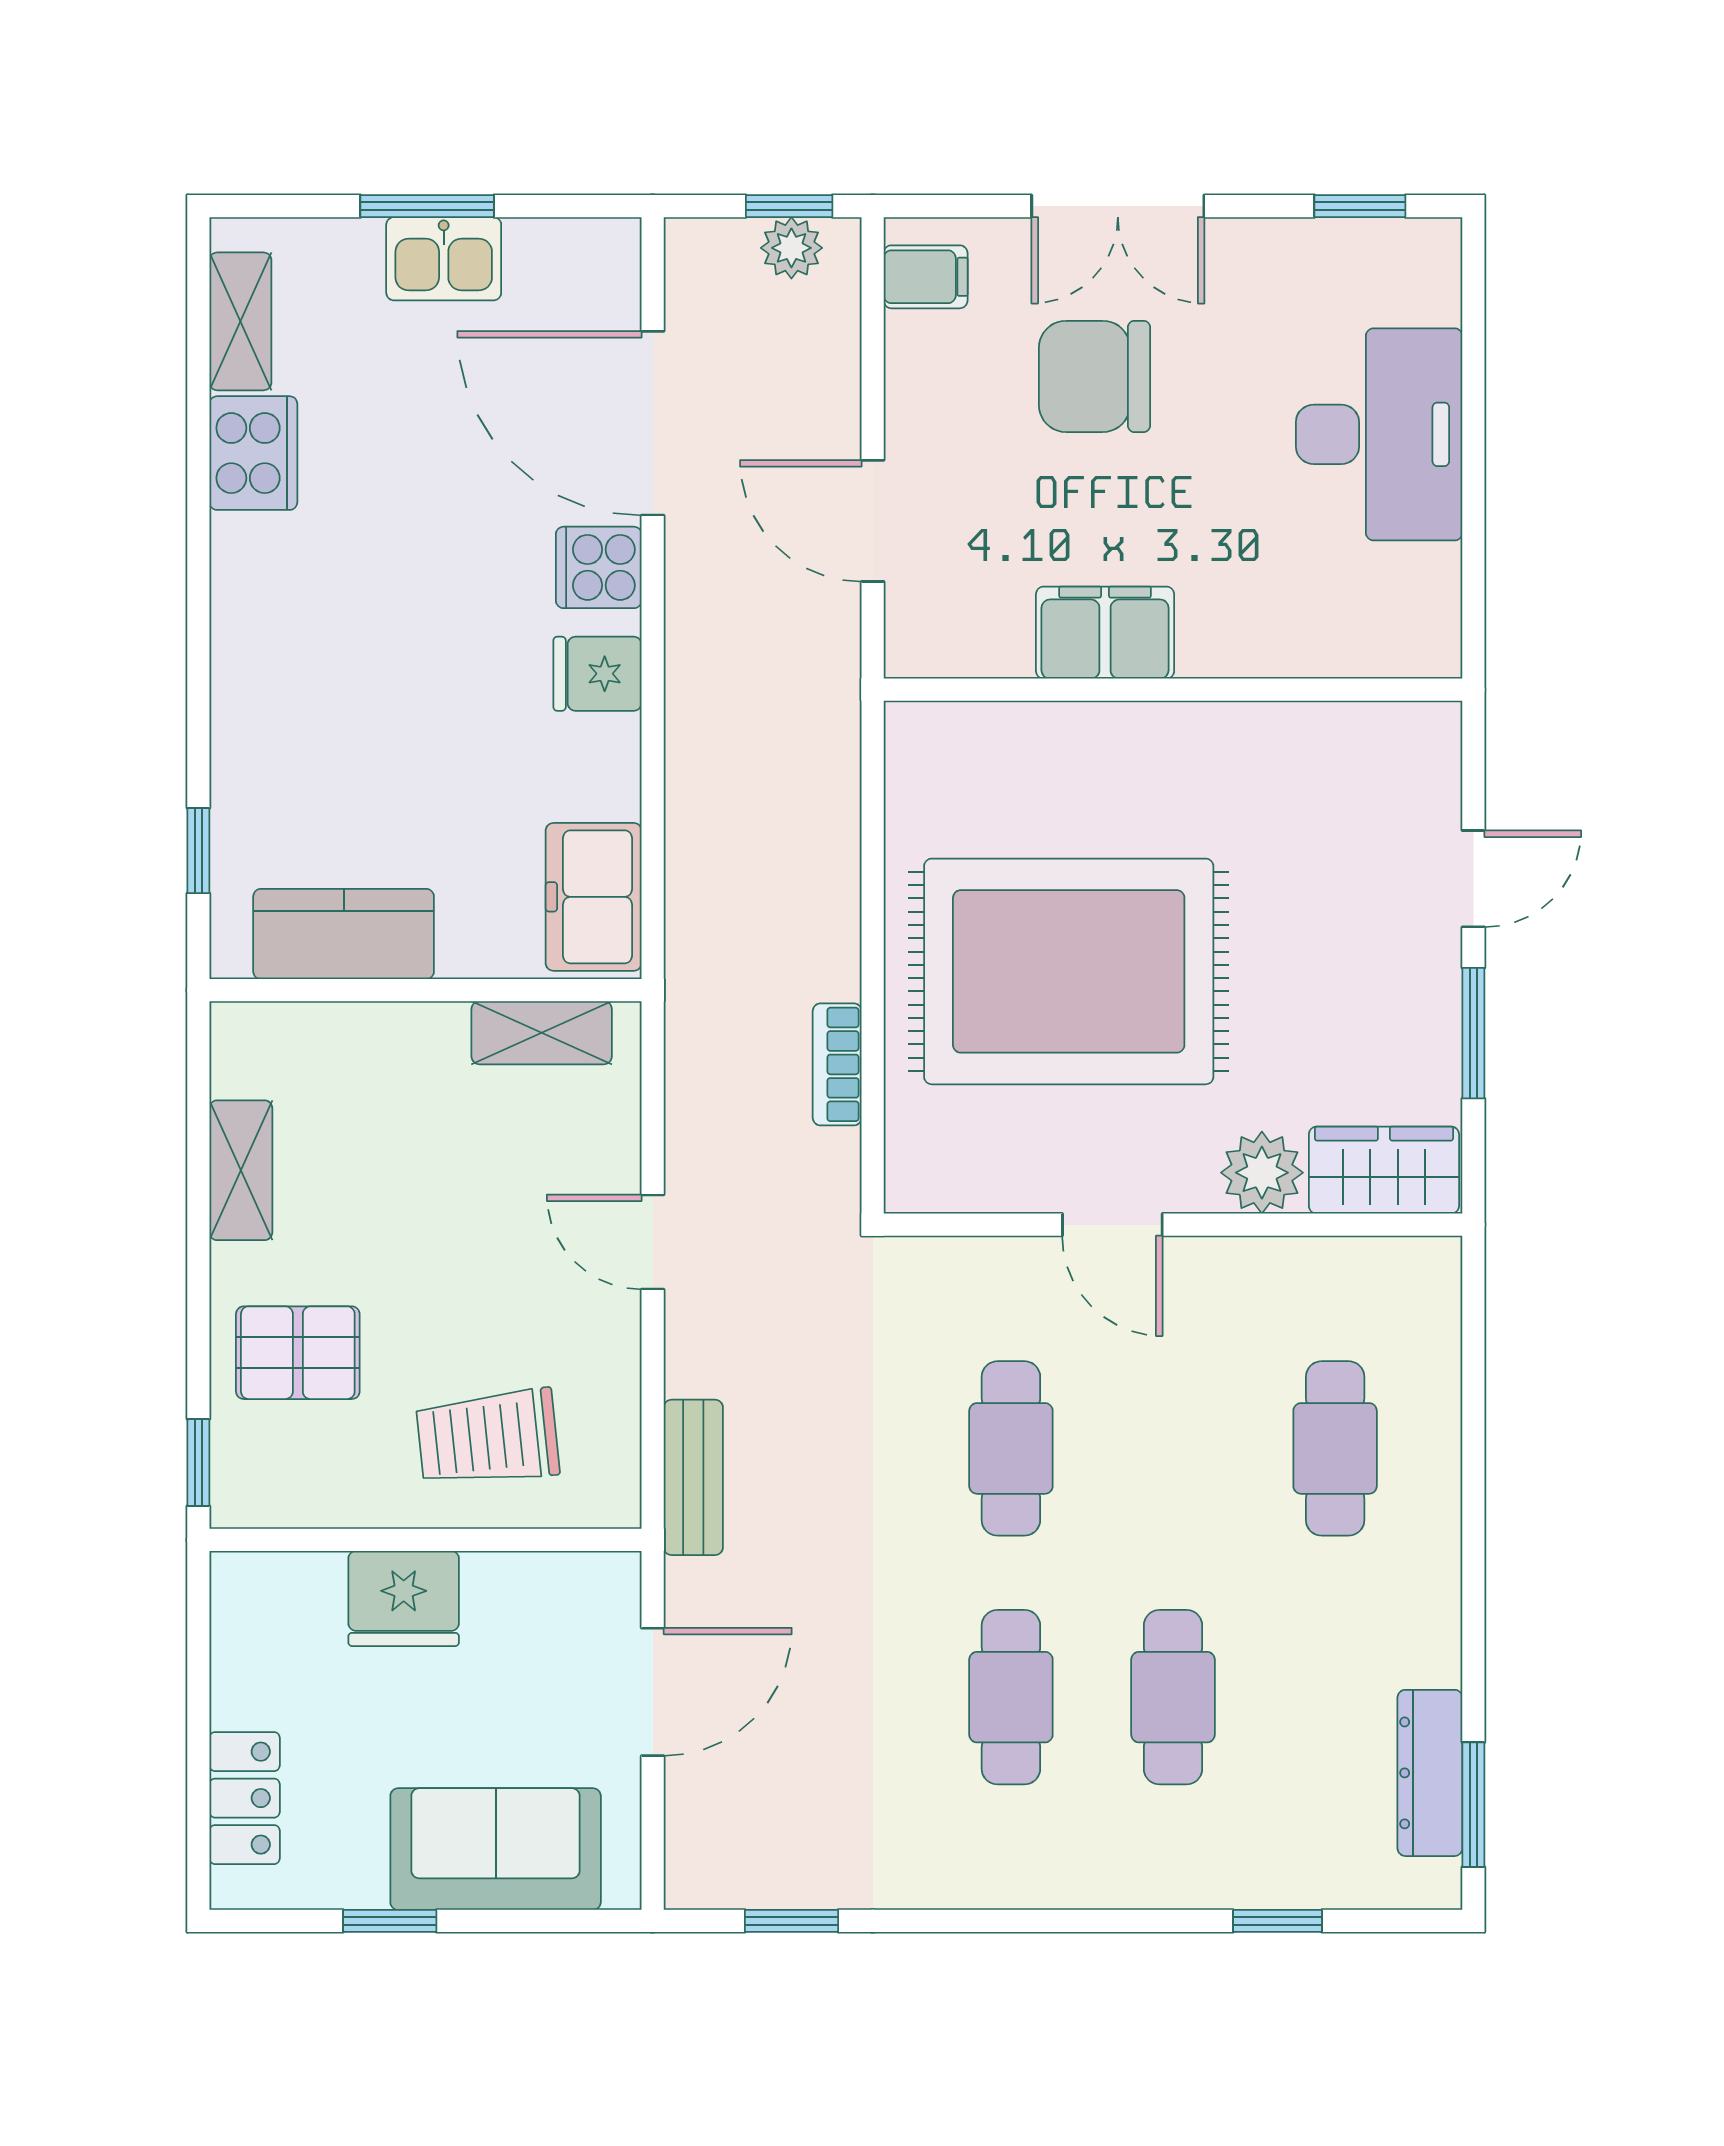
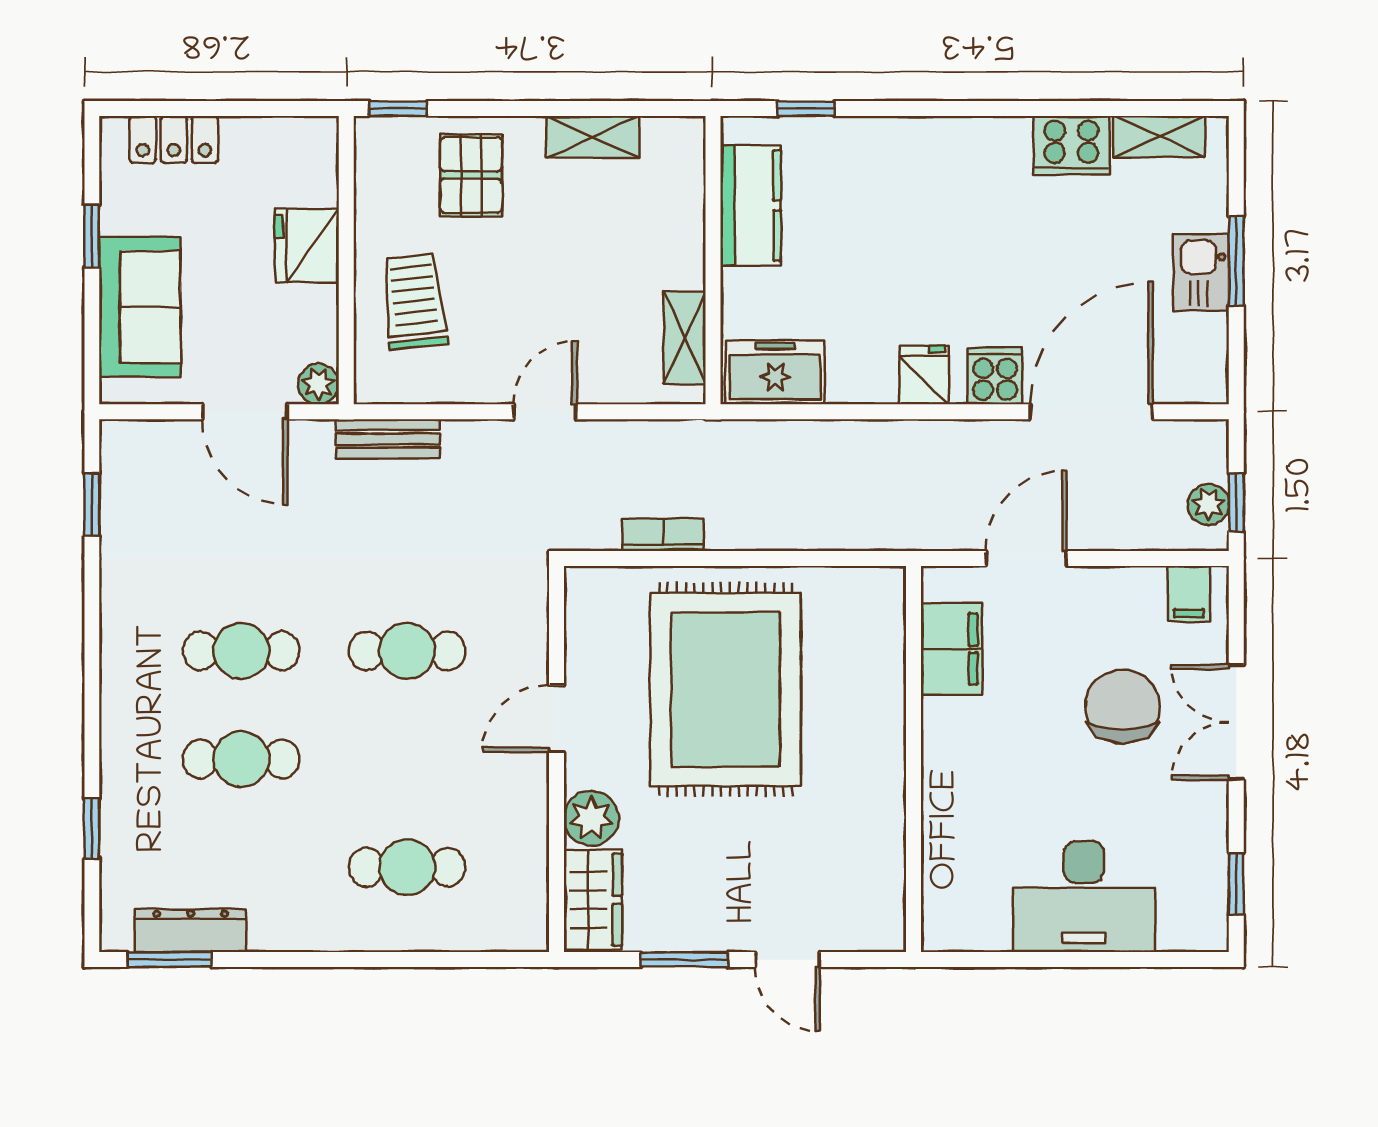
filing cabinet: (1105, 633) -> (952, 649), moved
plant: (611, 1581) -> (318, 384), added

